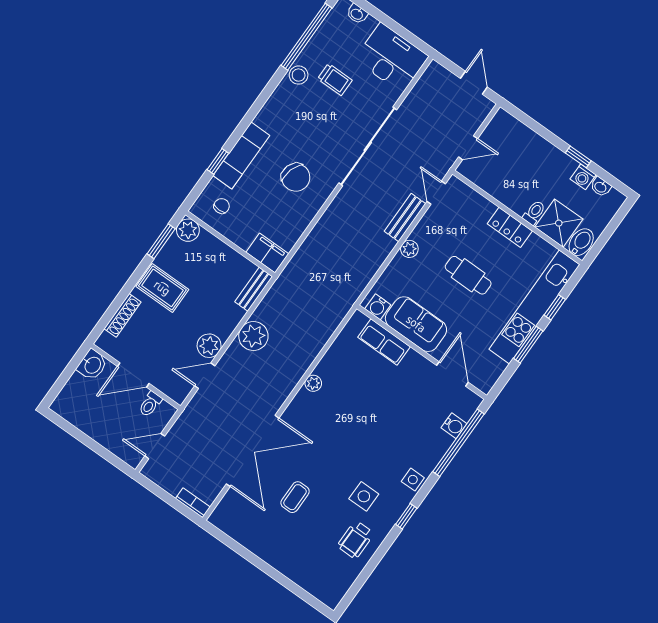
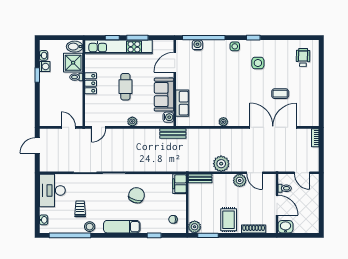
exam couch: (241, 155) -> (122, 227), moved
bench: (405, 218) -> (173, 133), moved
wheelchair: (356, 540) -> (303, 57), moved, turned -89

